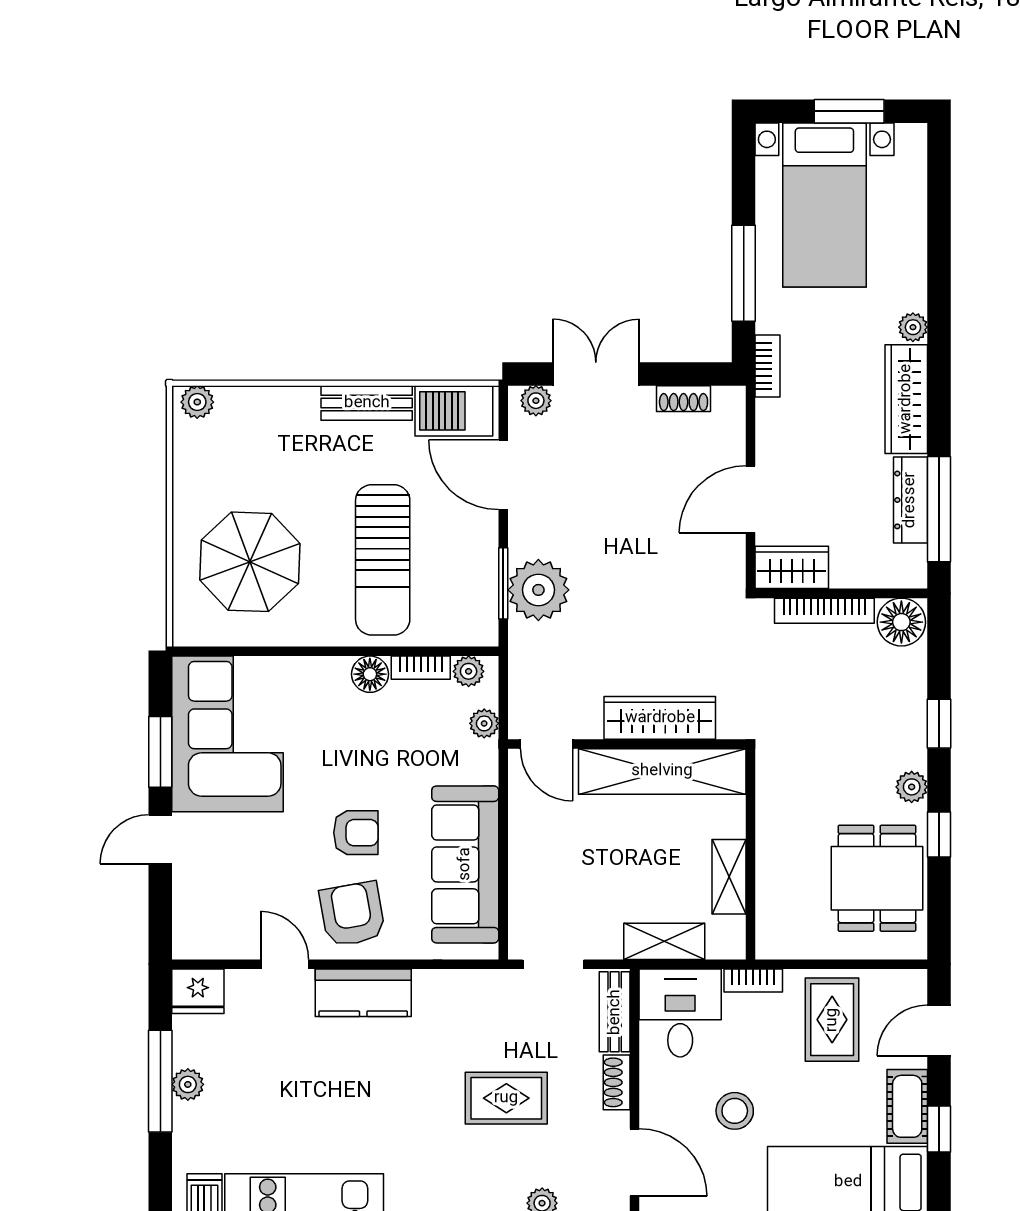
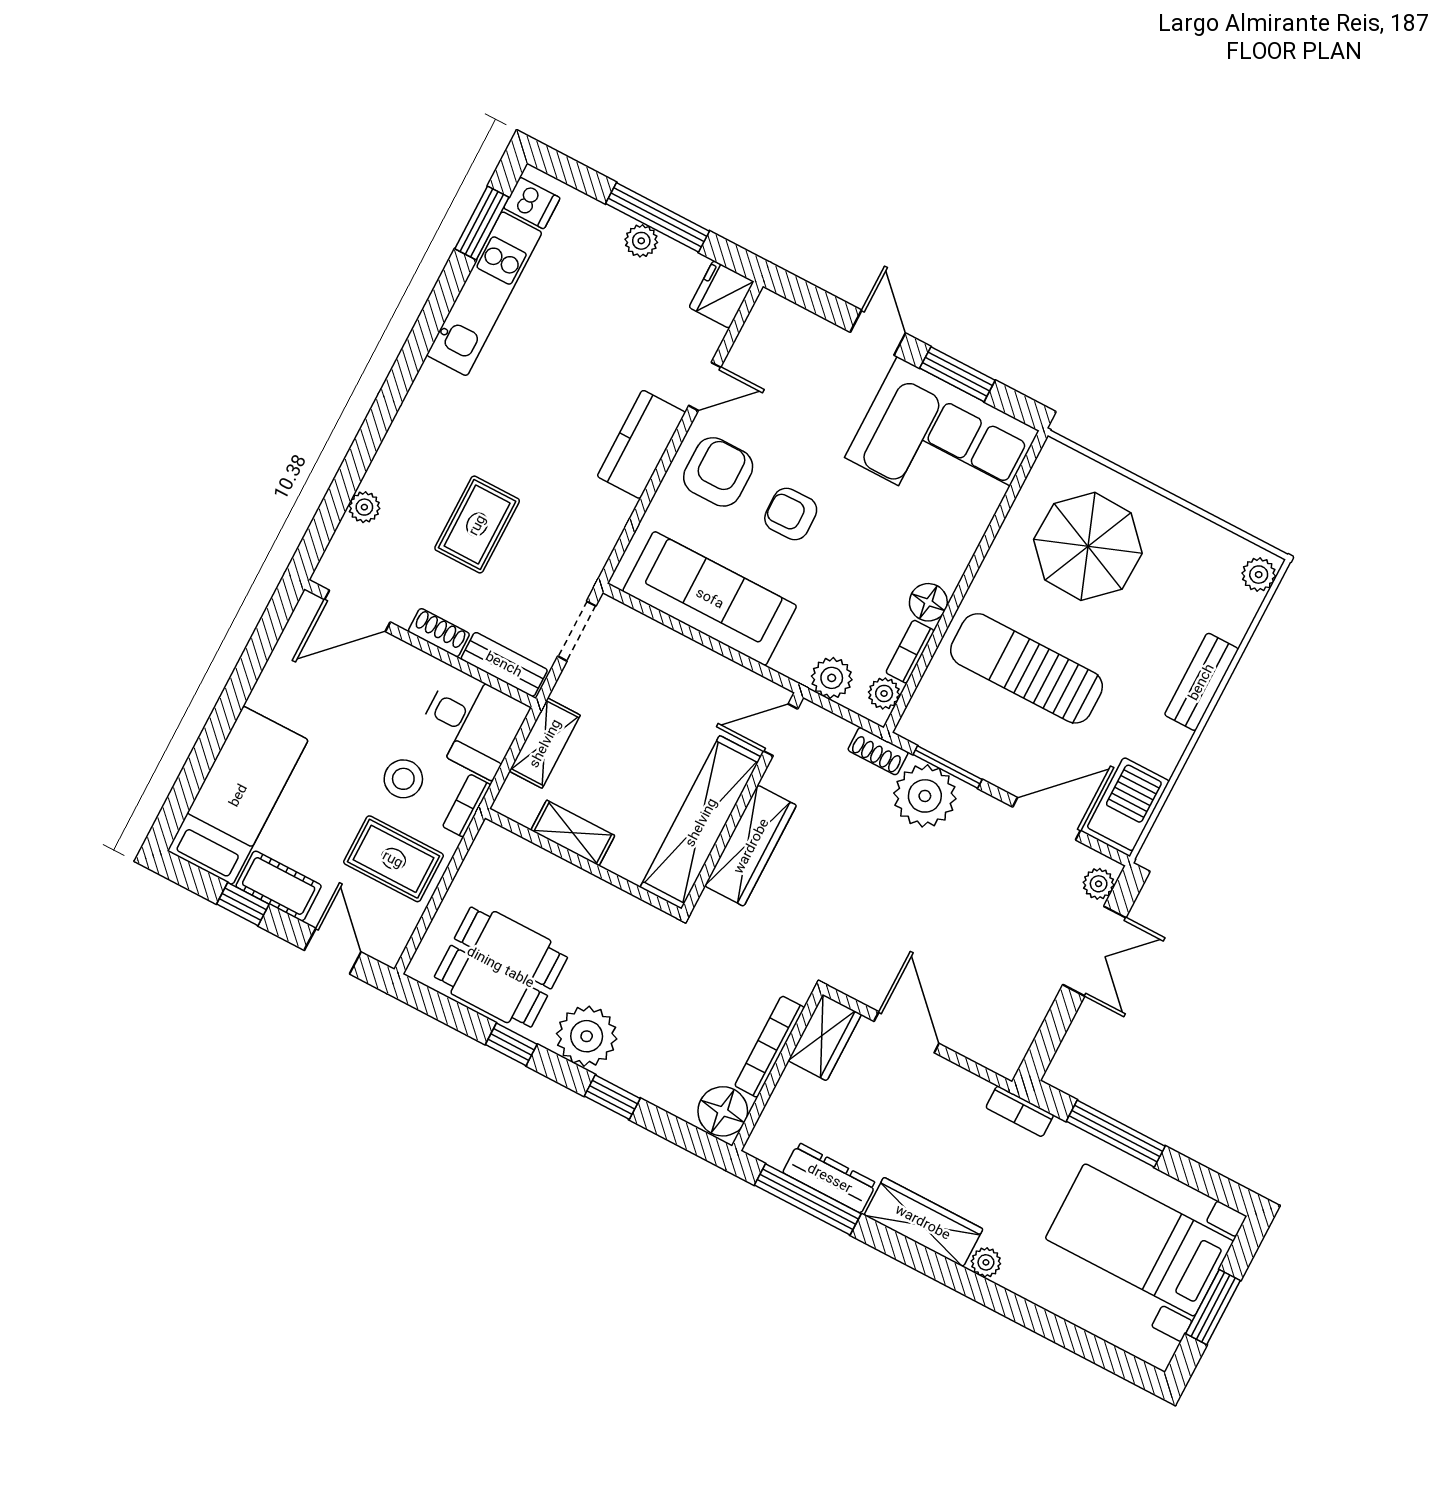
shoe rack: (684, 399) -> (878, 751), moved, turned -90
bench: (367, 403) -> (1201, 682), moved
plant: (484, 723) -> (832, 678), width x1.38, depth x1.38
plant: (912, 787) -> (587, 1036), width x1.87, depth x1.87
armchair: (356, 833) -> (791, 514), turned 89
armchair: (352, 914) -> (718, 472), turned -80
stool: (735, 1111) -> (403, 779), moved

